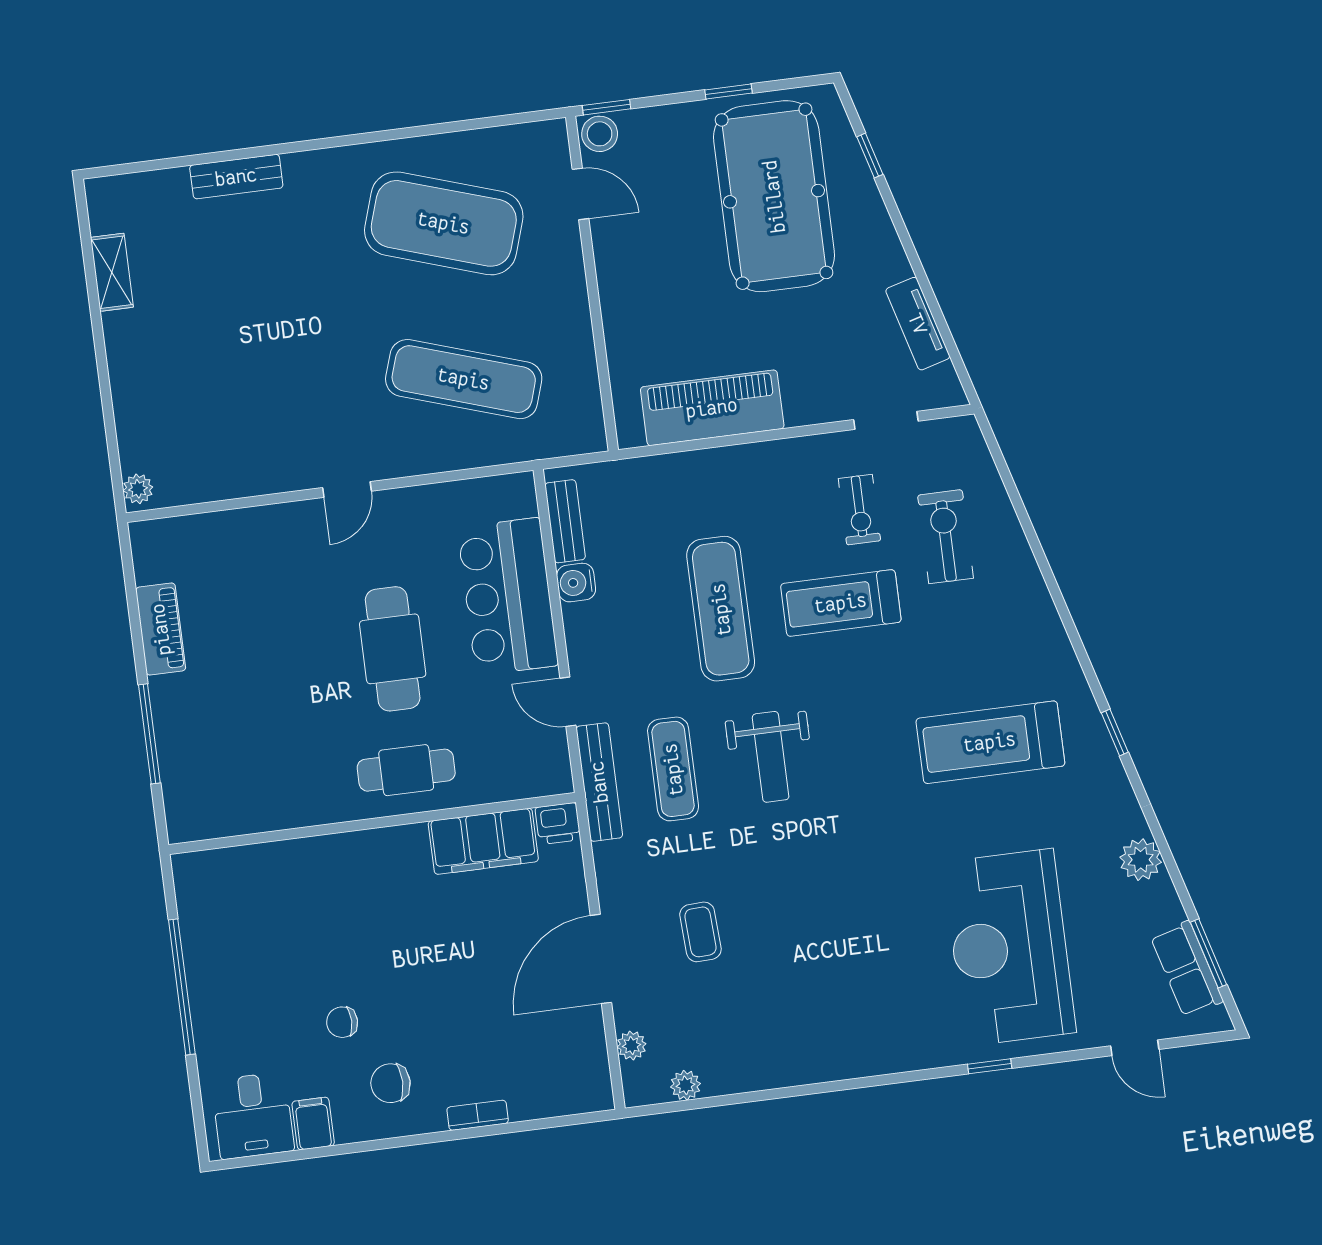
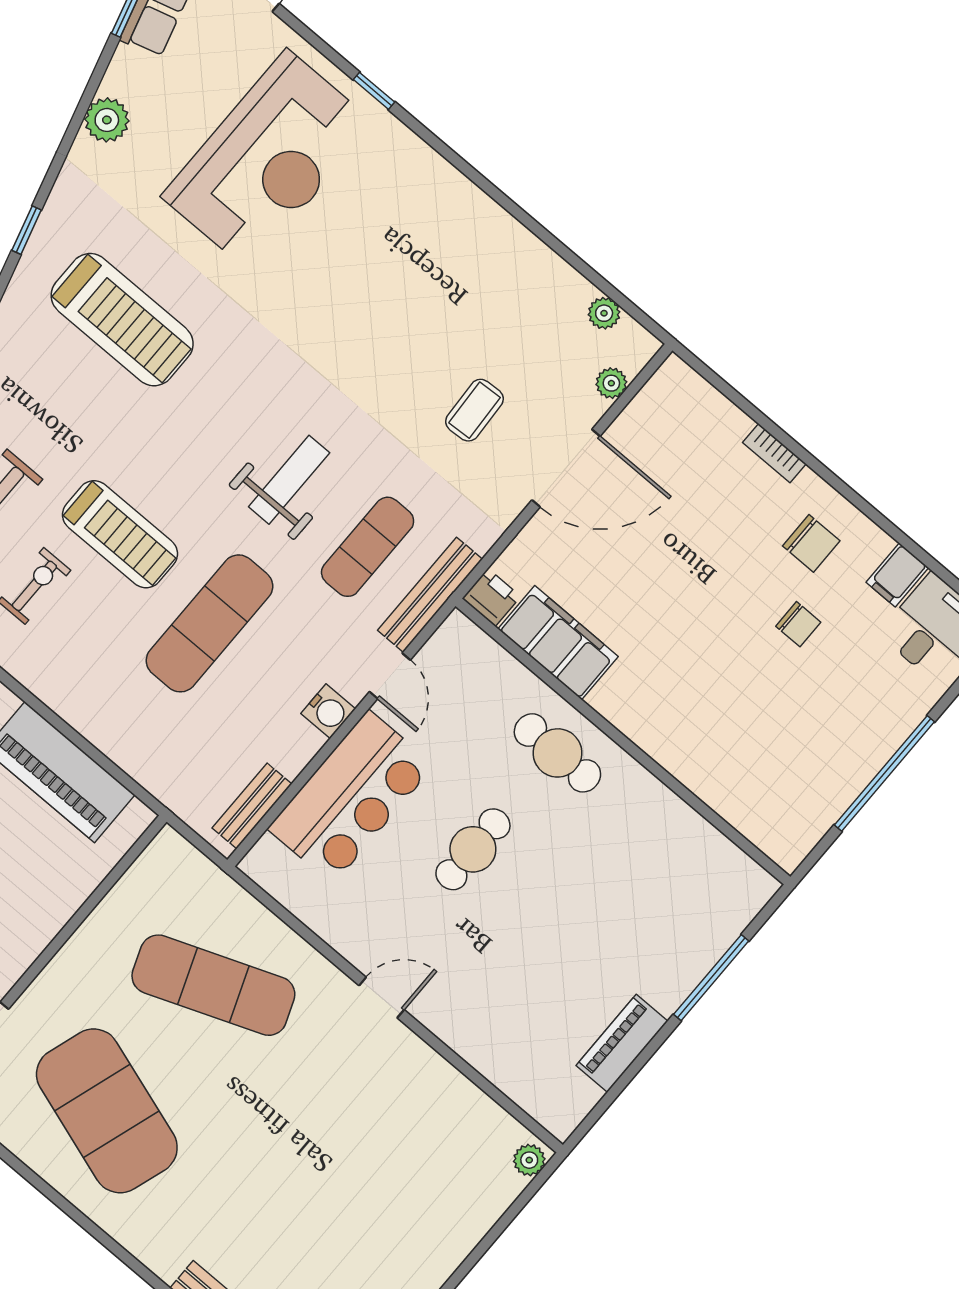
exercise mat: (464, 379) -> (213, 985), turned -39
water cooler: (576, 583) -> (328, 711), moved
cafe table: (393, 649) -> (473, 849), width x0.73, depth x0.74

